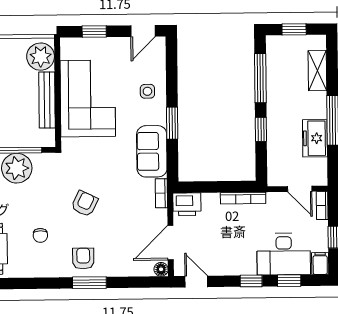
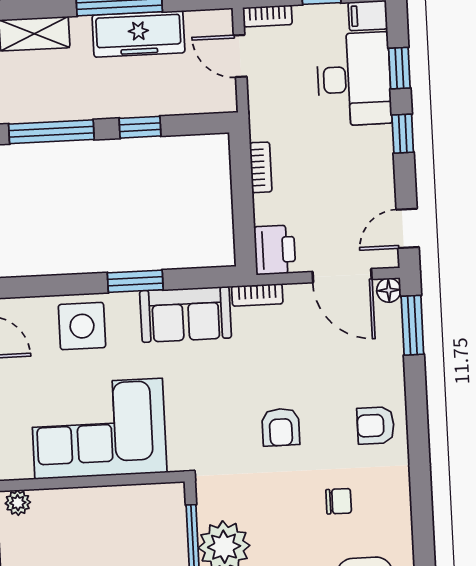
plant: (41, 57) -> (18, 503), width x0.53, depth x0.53
side table: (147, 91) -> (82, 326), width x1.87, depth x1.87
bench: (47, 100) -> (104, 499), removed
freezer: (315, 138) -> (138, 34), width x1.40
door: (300, 189) -> (240, 56), swing flipped
bookcase: (243, 198) -> (261, 167), width x0.64
armchair: (84, 204) -> (281, 427), turned -116
window: (89, 283) -> (412, 325), moved

